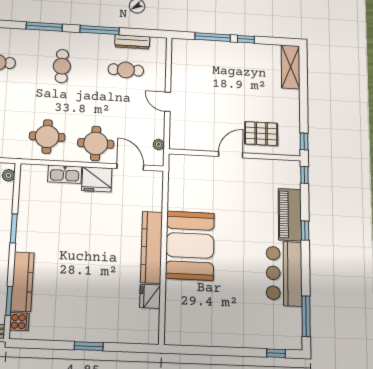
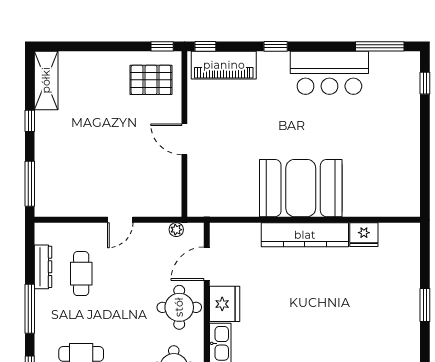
window: (213, 37) -> (30, 184), moved
shelving: (291, 67) -> (46, 80), moved, turned 90
pallet: (261, 134) -> (151, 80), moved, turned 90
piano: (290, 215) -> (224, 65), moved

